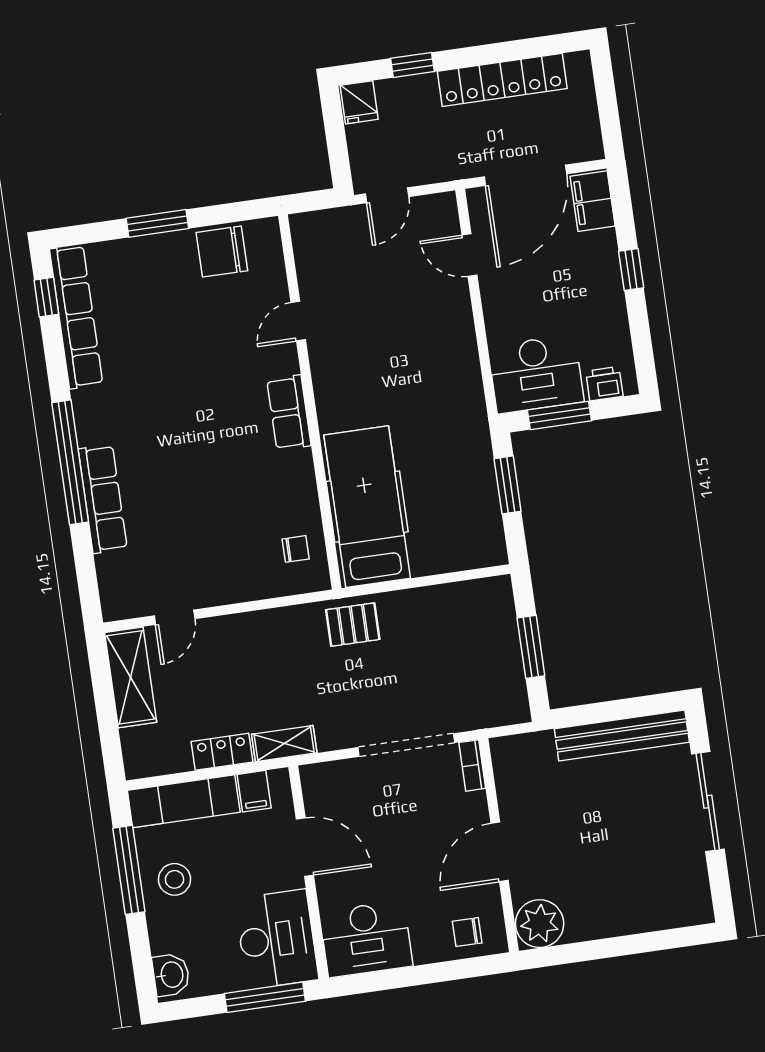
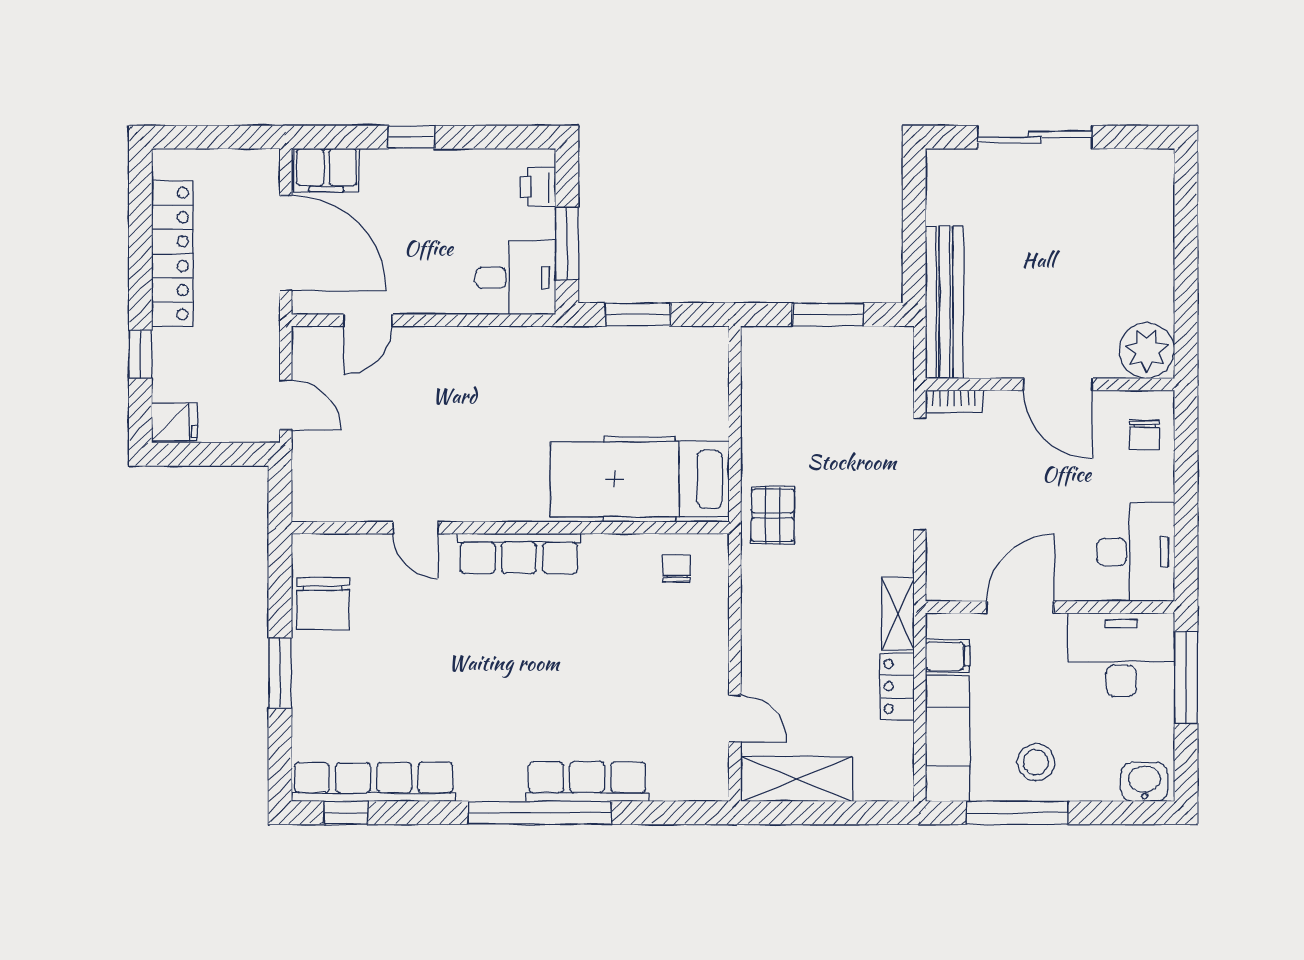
desk: (536, 374) -> (516, 277), width x0.73
row of seats: (289, 413) -> (519, 553), width x1.48
bench: (622, 735) -> (945, 302), moved

